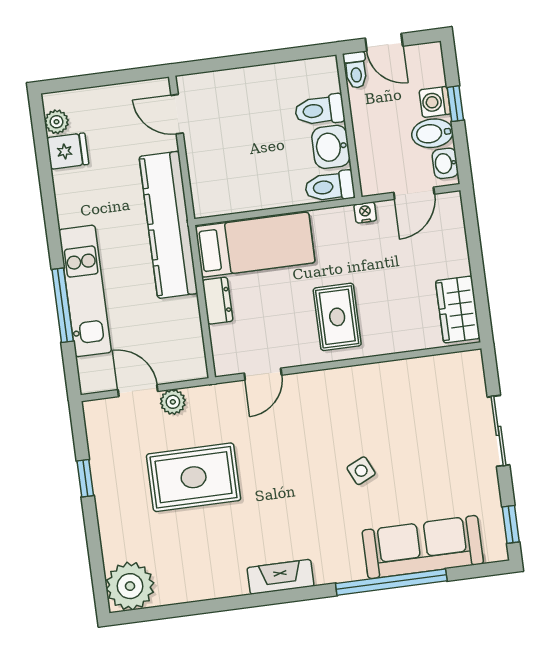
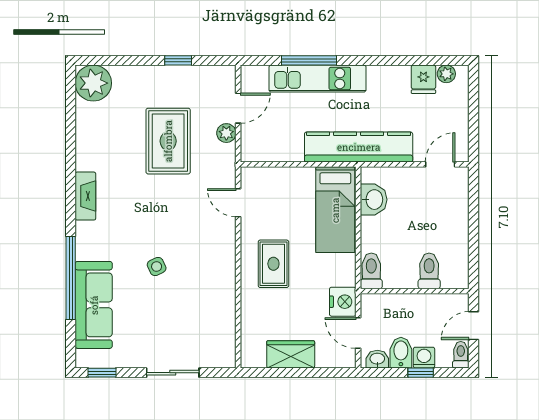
toilet: (356, 70) -> (461, 355), moved, turned 90
washbasin: (331, 147) -> (374, 200), moved, turned 90
nightstand: (365, 212) -> (343, 302), width x1.89, depth x1.79
dresser: (217, 301) -> (297, 176), removed
wardrobe: (458, 310) -> (291, 354), moved
rug: (337, 317) -> (273, 264), turned 90

